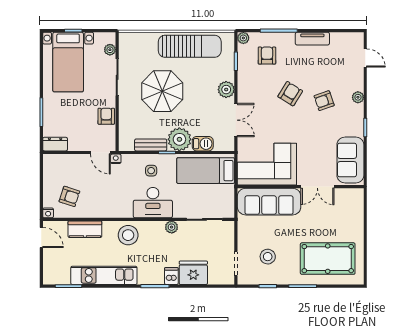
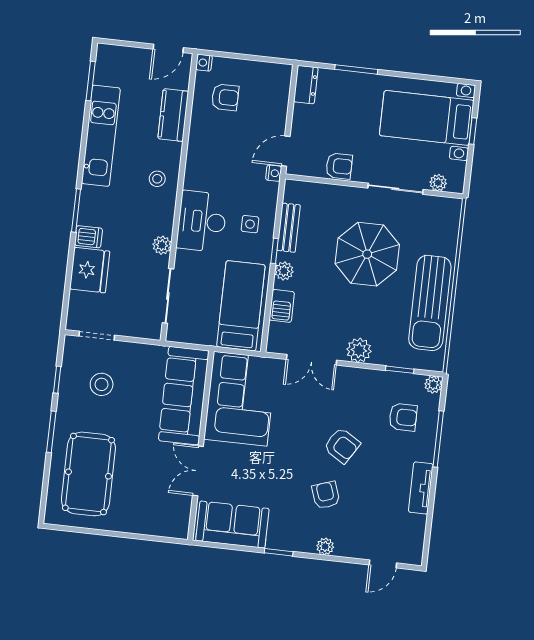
plant: (179, 139) -> (284, 271), width x0.53, depth x0.53
armchair: (69, 196) -> (225, 97), turned -108
stool: (128, 235) -> (157, 179), width x0.53, depth x0.53

